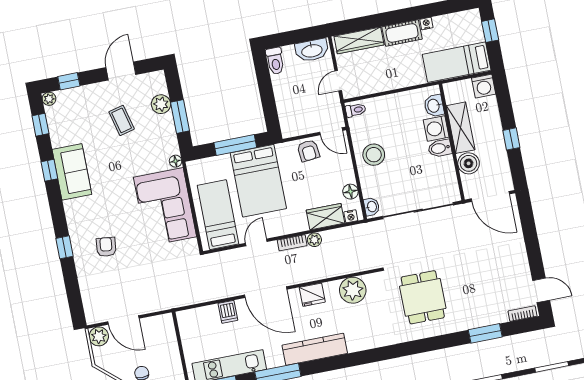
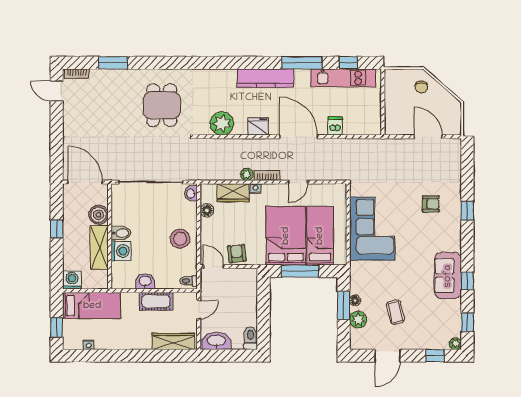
nightstand: (426, 23) -> (89, 345), moved
cot: (402, 33) -> (156, 301), moved
washbasin: (434, 106) -> (145, 281), moved, turned -90
floor lamp: (176, 161) -> (355, 300), moved
bed: (218, 215) -> (320, 236), moved, turned 180
nightstand: (351, 216) -> (255, 189), moved
armchair: (106, 247) -> (431, 204), turned -96
plant: (99, 336) -> (453, 127), removed

